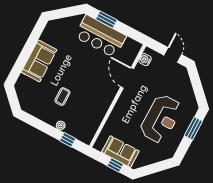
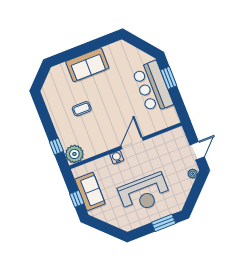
water cooler: (145, 60) -> (117, 157), moved
plant: (184, 74) -> (193, 174), added
door: (127, 78) -> (132, 143), moved
plant: (61, 125) -> (74, 154), moved, width x1.87, depth x1.87

